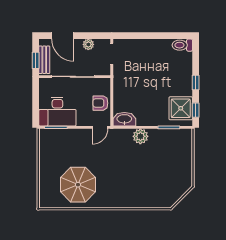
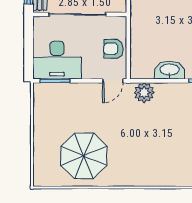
washbasin: (124, 119) -> (170, 70), moved
plant: (140, 136) -> (144, 93), moved

